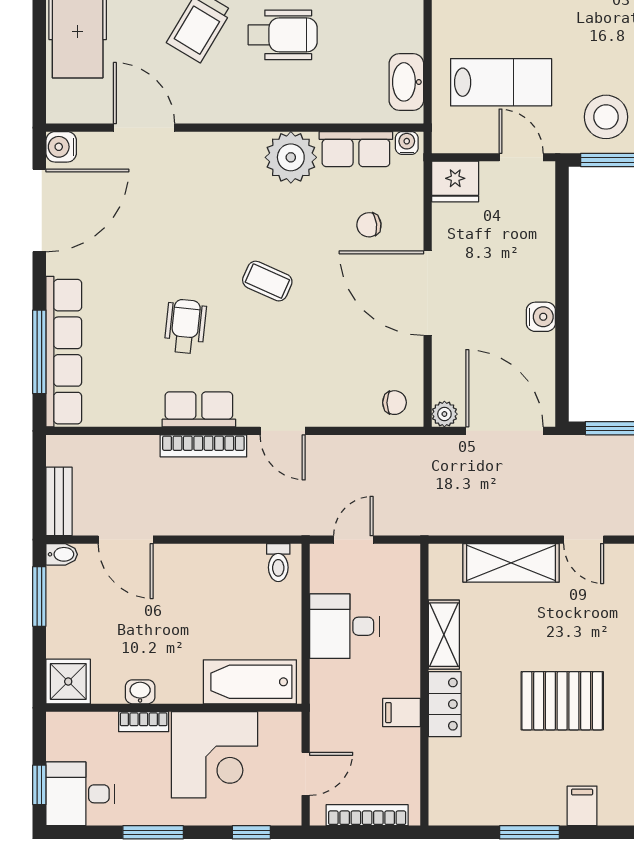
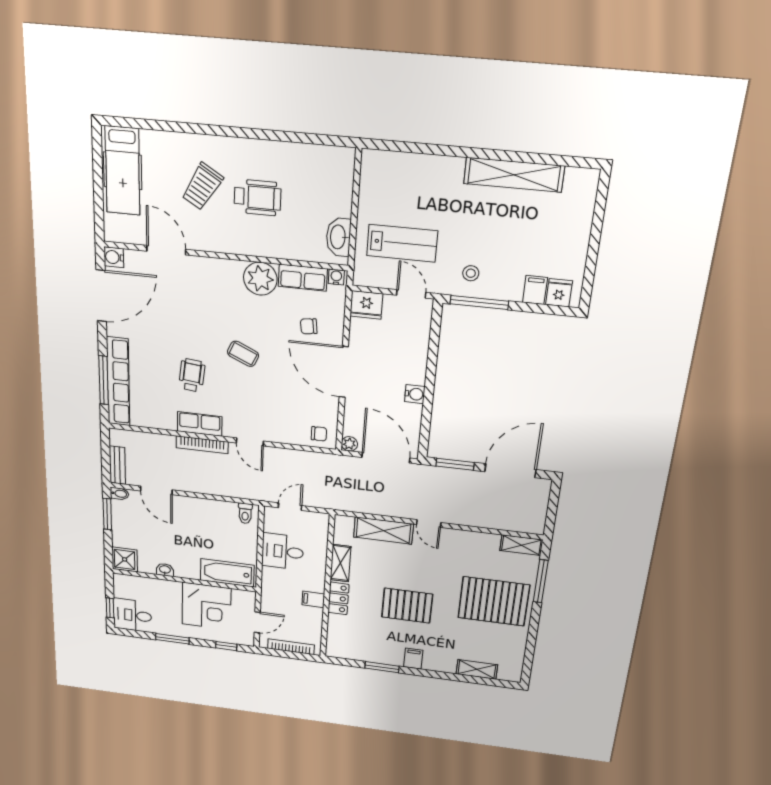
stool: (606, 117) -> (471, 273), width x0.53, depth x0.53
bookcase: (144, 722) -> (167, 585), removed

